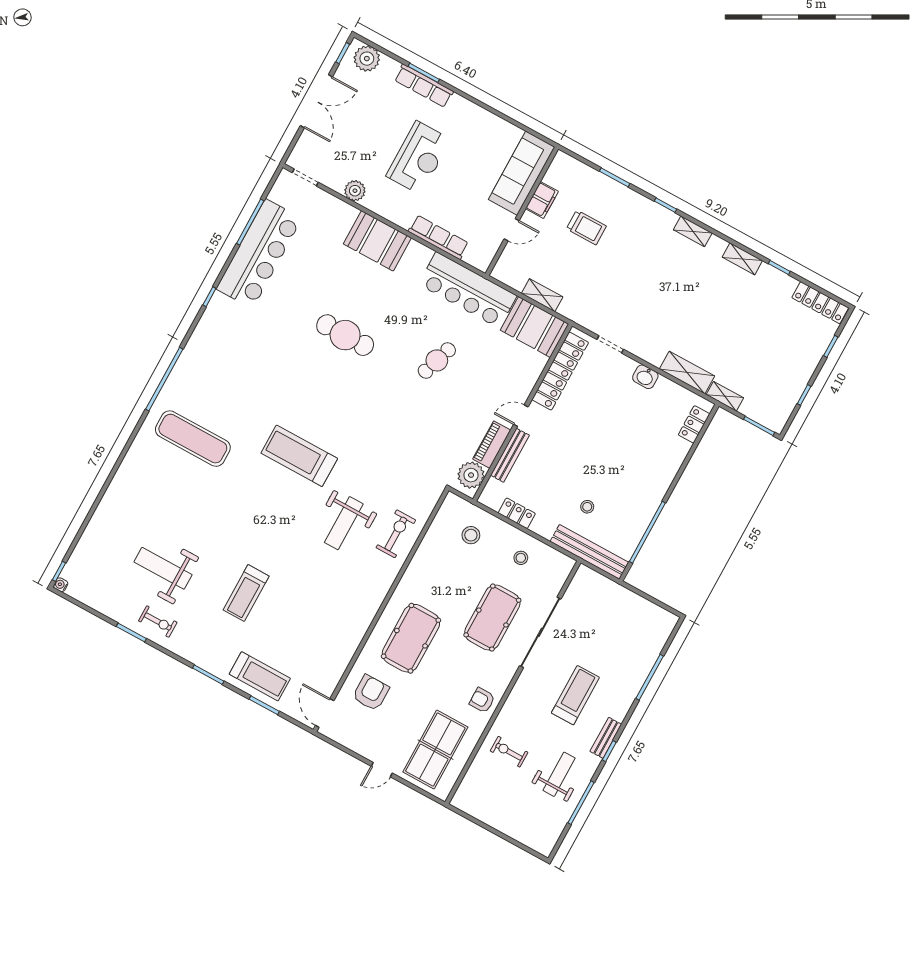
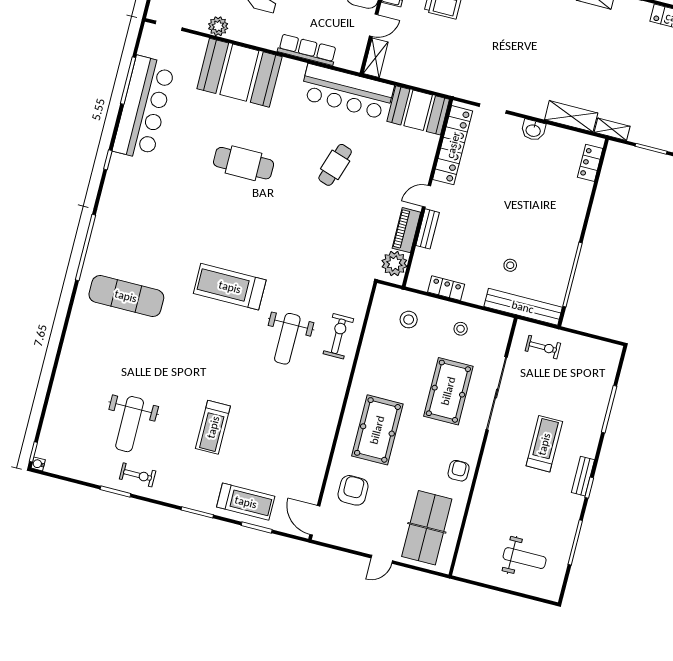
booth: (377, 241) -> (239, 73), width x1.36, depth x1.42
shelving: (542, 295) -> (376, 58), moved, turned 90
bench: (510, 455) -> (428, 229), width x0.73
weight bench: (163, 568) -> (130, 424), turned -90
armchair: (482, 700) -> (459, 471), turned 90
exercise bike: (509, 752) -> (543, 347), moved, turned 180
weight bench: (559, 774) -> (525, 558), moved, turned 90

